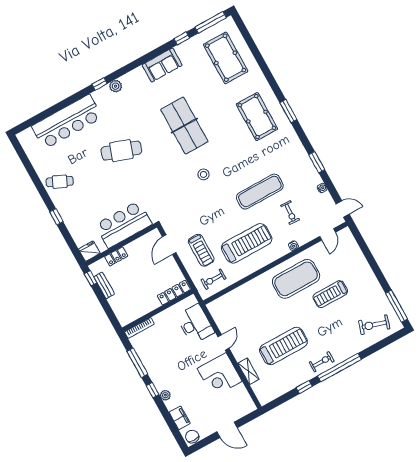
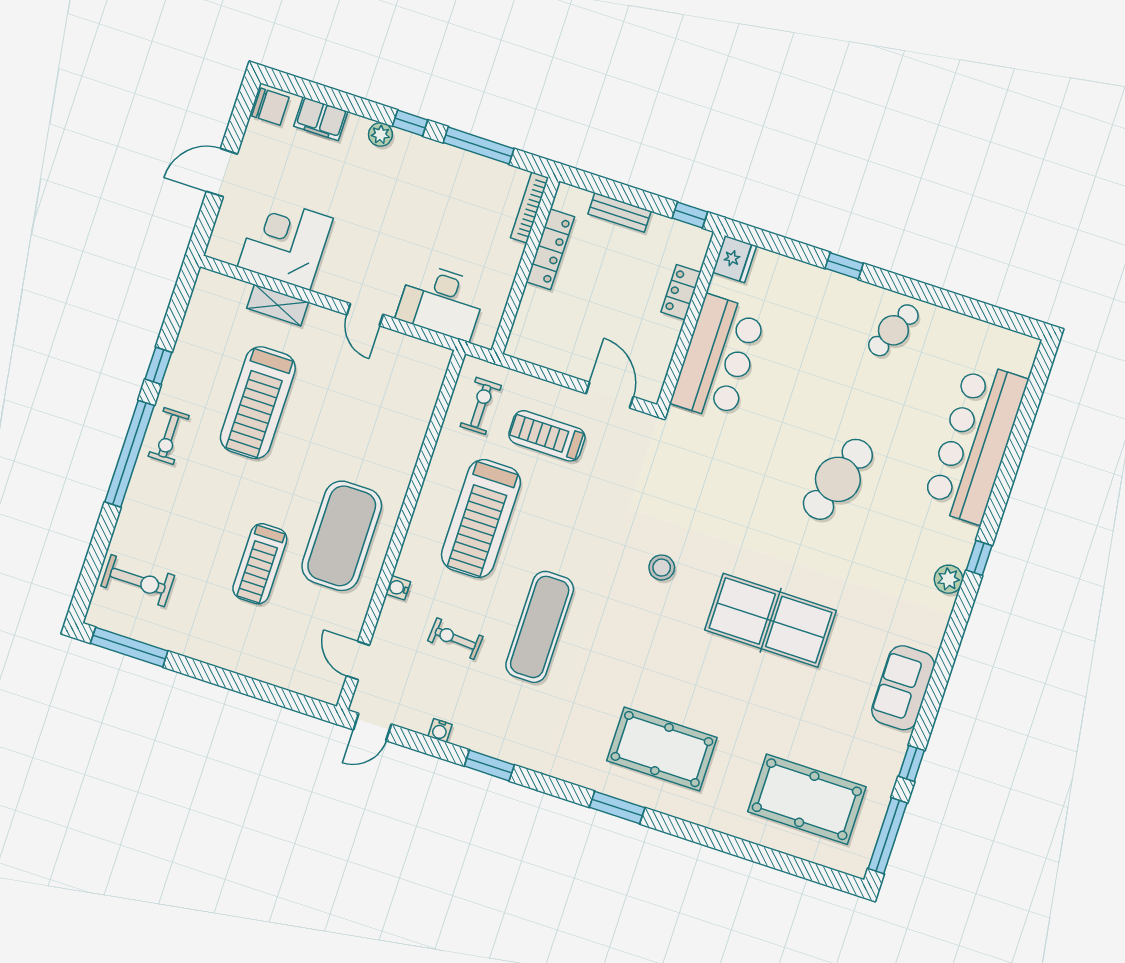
bench: (104, 285) -> (619, 213), moved
locker: (174, 293) -> (550, 249), moved
treadmill: (330, 294) -> (260, 564), turned 180
exercise bike: (374, 325) -> (138, 581), turned 73
corner desk: (220, 375) -> (285, 242), moved

